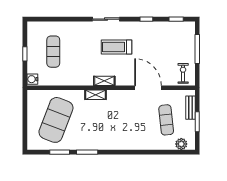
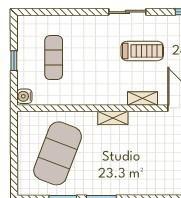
treadmill: (116, 47) -> (142, 51), turned 180
shelving: (104, 81) -> (143, 98), moved

